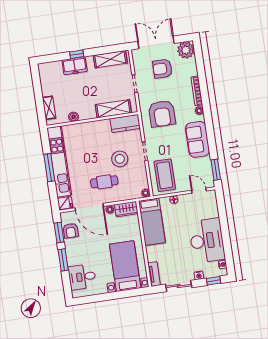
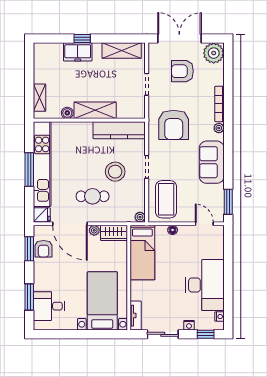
shelving: (113, 109) -> (95, 110), moved
kitchen counter: (125, 123) -> (119, 130), width x1.50
window: (63, 260) -> (29, 297), moved

